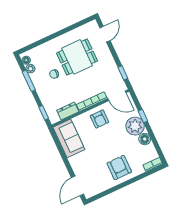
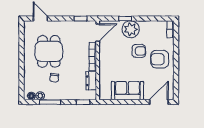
armchair: (99, 119) -> (139, 51), moved
sofa: (69, 138) -> (127, 91), moved
floor lamp: (145, 139) -> (146, 26), removed
door: (78, 186) -> (159, 102), swing flipped

